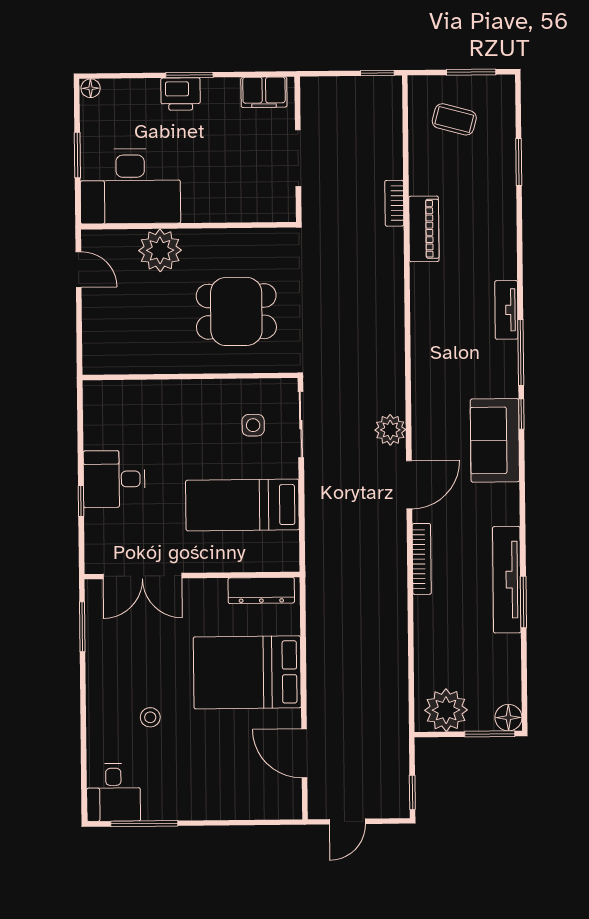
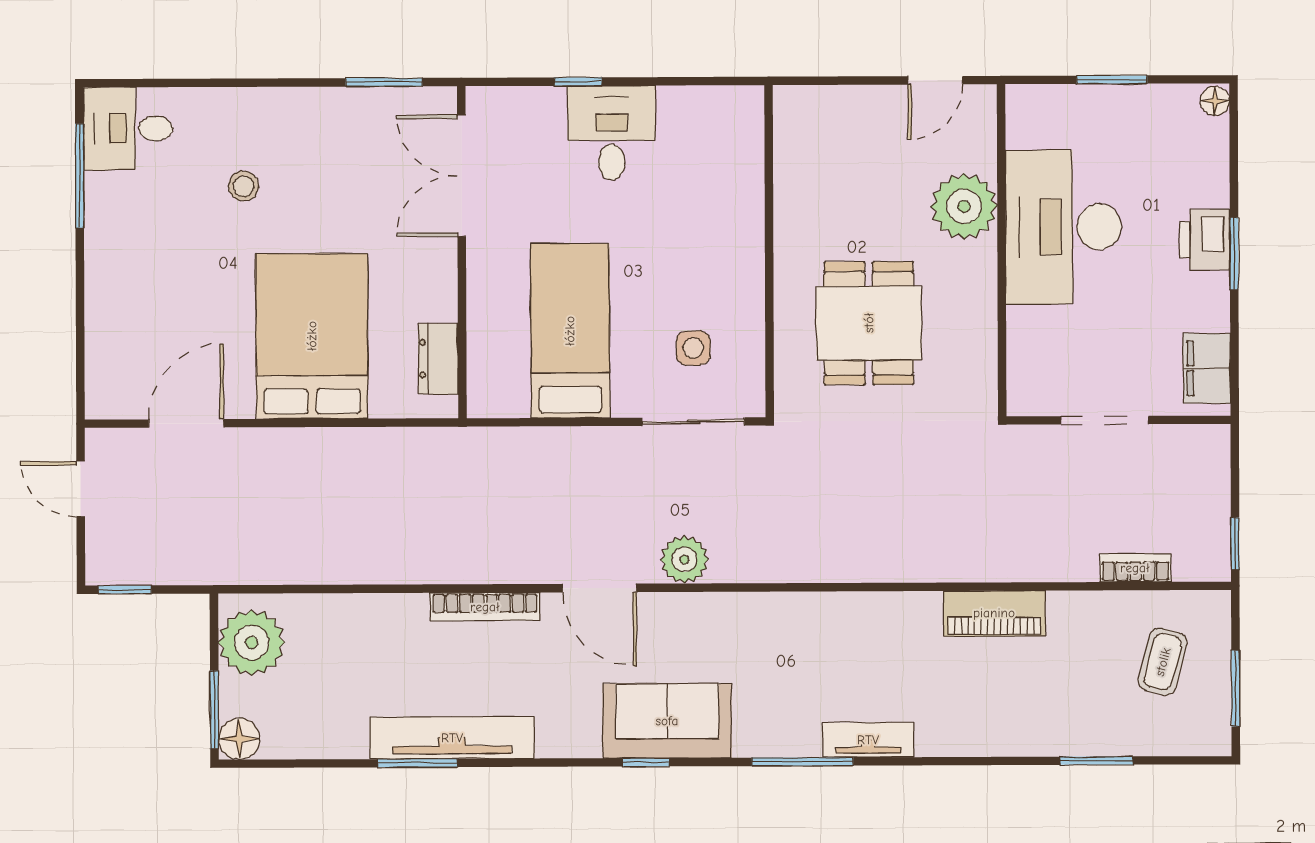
desk: (130, 186) -> (1063, 227), moved
bookcase: (394, 203) -> (1135, 568), moved
window: (521, 414) -> (646, 762), moved
dresser: (261, 590) -> (438, 359), width x0.70

